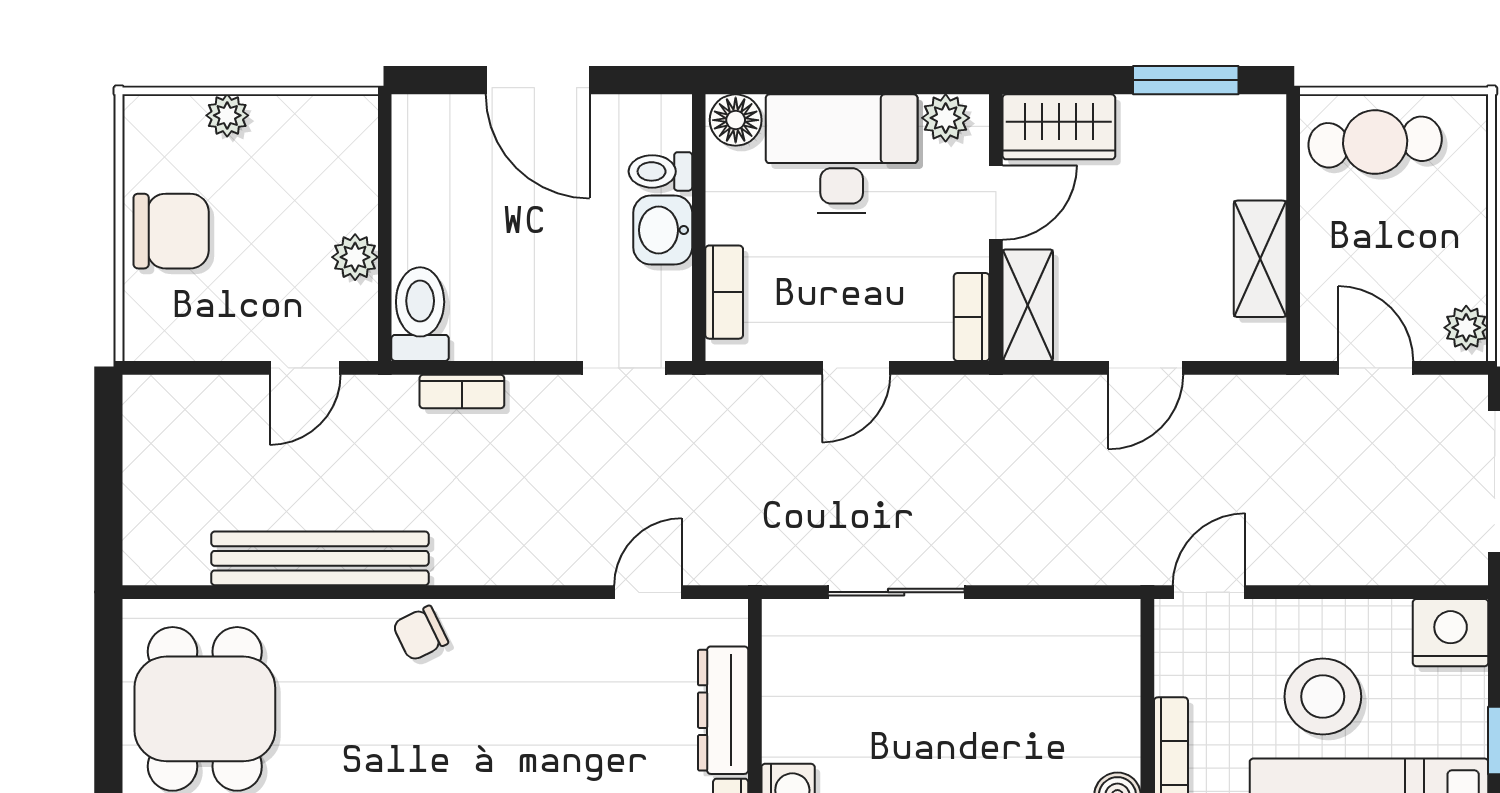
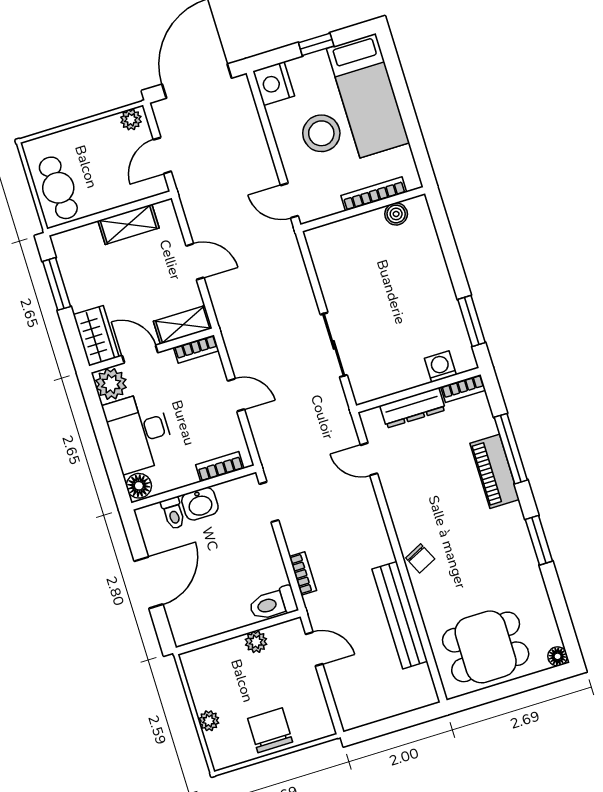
plant: (946, 118) -> (111, 384), width x1.38, depth x1.38

